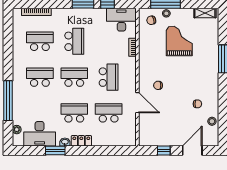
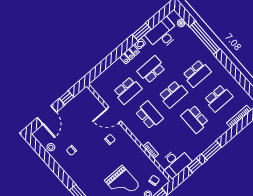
school desk: (109, 77) -> (149, 115), turned 180
school desk: (74, 113) -> (151, 69), turned 180

